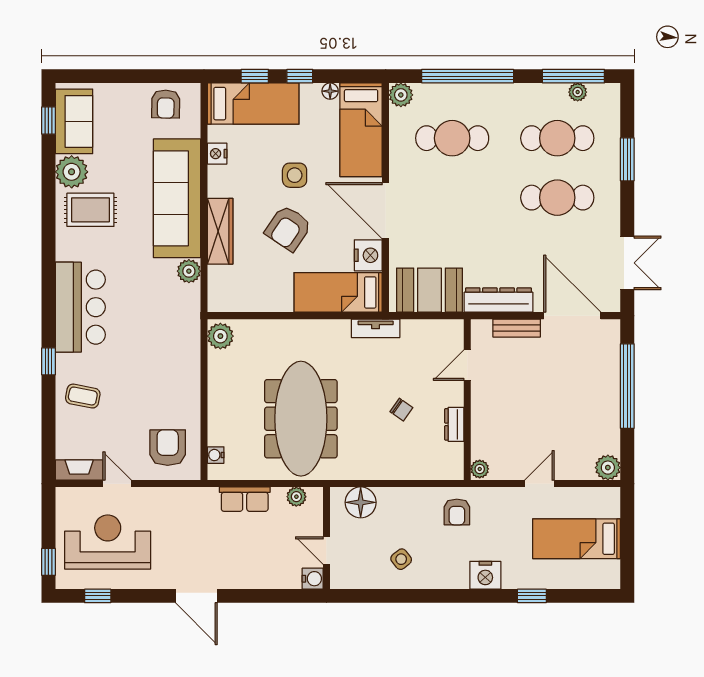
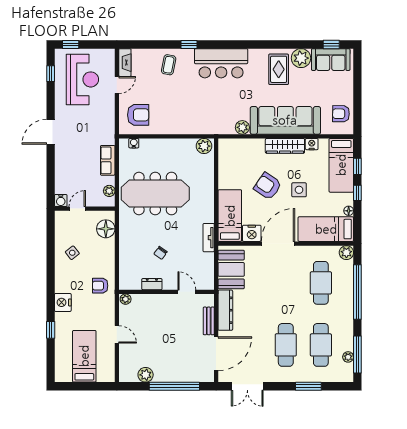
wardrobe: (220, 231) -> (285, 146), moved
plant: (608, 468) -> (146, 375), moved

